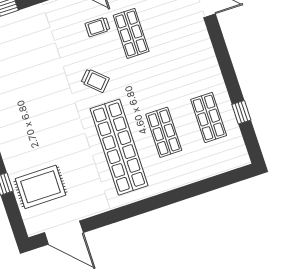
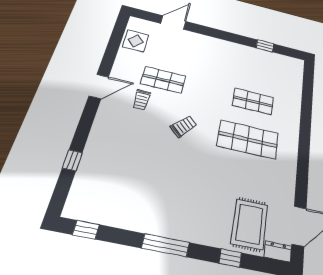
shop shelf: (209, 118) -> (258, 67), removed
shop shelf: (119, 147) -> (248, 139), width x0.71
dresser: (31, 223) -> (278, 252), added

